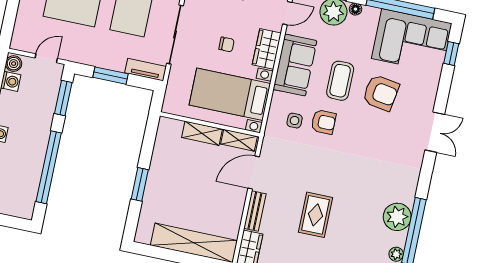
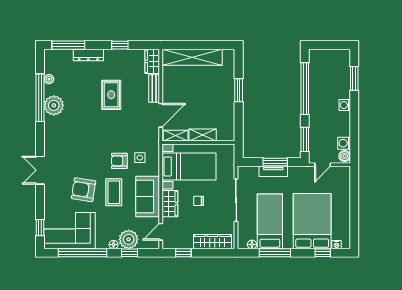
tv unit: (146, 70) -> (273, 171), moved

